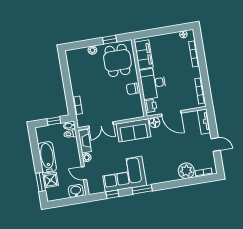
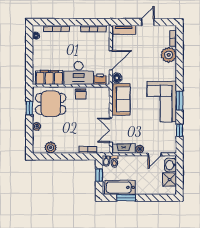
plant: (74, 68) -> (51, 148), added
double door: (101, 125) -> (111, 130), swing flipped
bathtub: (47, 157) -> (120, 187), moved
corner sofa: (124, 174) -> (162, 102), moved
shower: (51, 180) -> (170, 180), moved
window: (41, 182) -> (126, 198), moved

